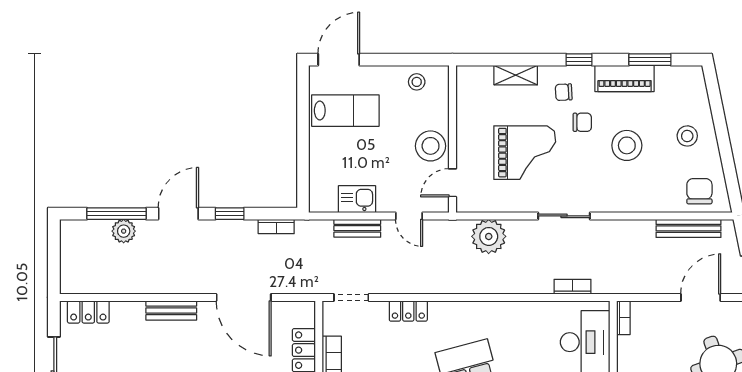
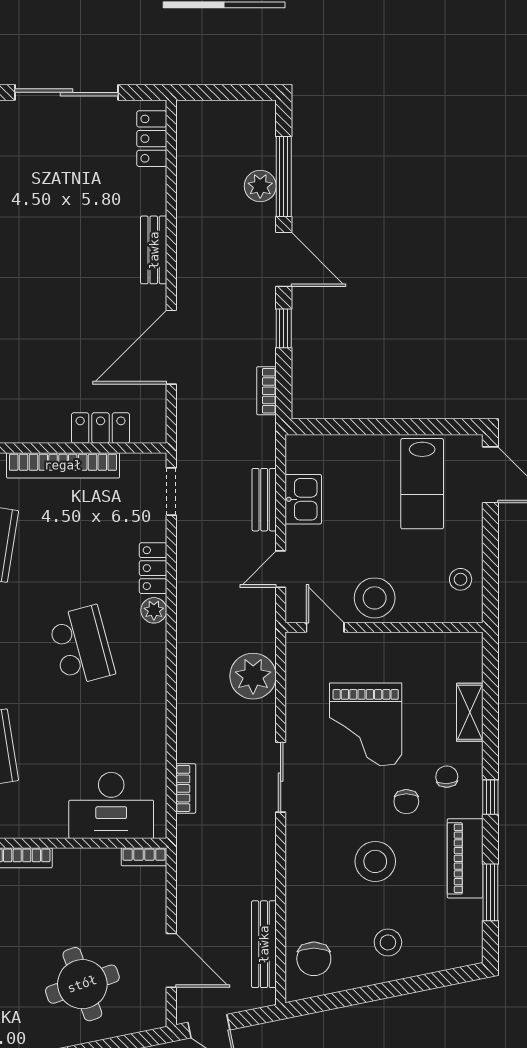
chair: (699, 191) -> (314, 959), turned 90
plant: (440, 310) -> (154, 610), added

